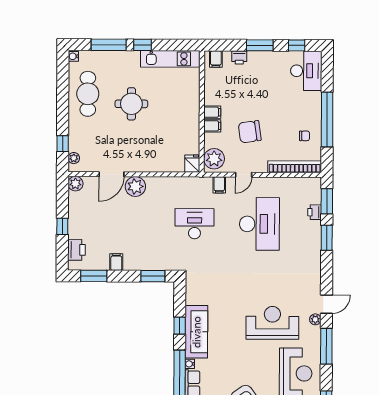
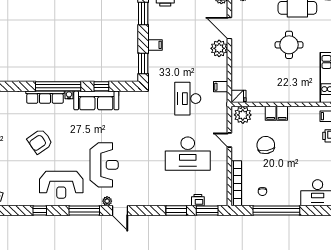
filing cabinet: (219, 185) -> (221, 87), moved
desk: (195, 224) -> (188, 99), turned 180
filing cabinet: (116, 262) -> (155, 45), moved

